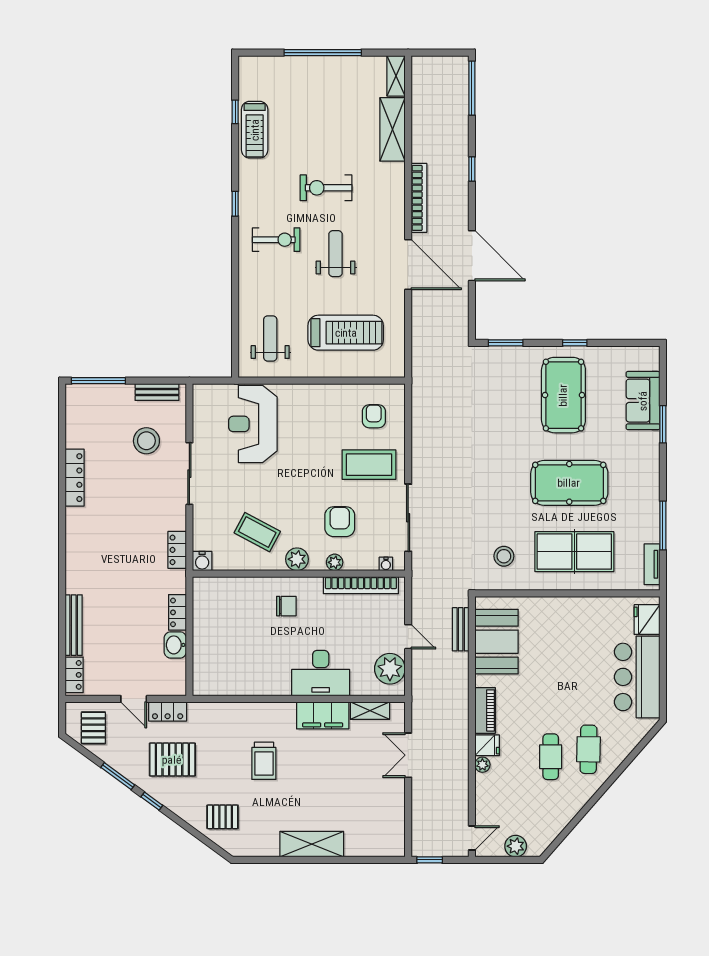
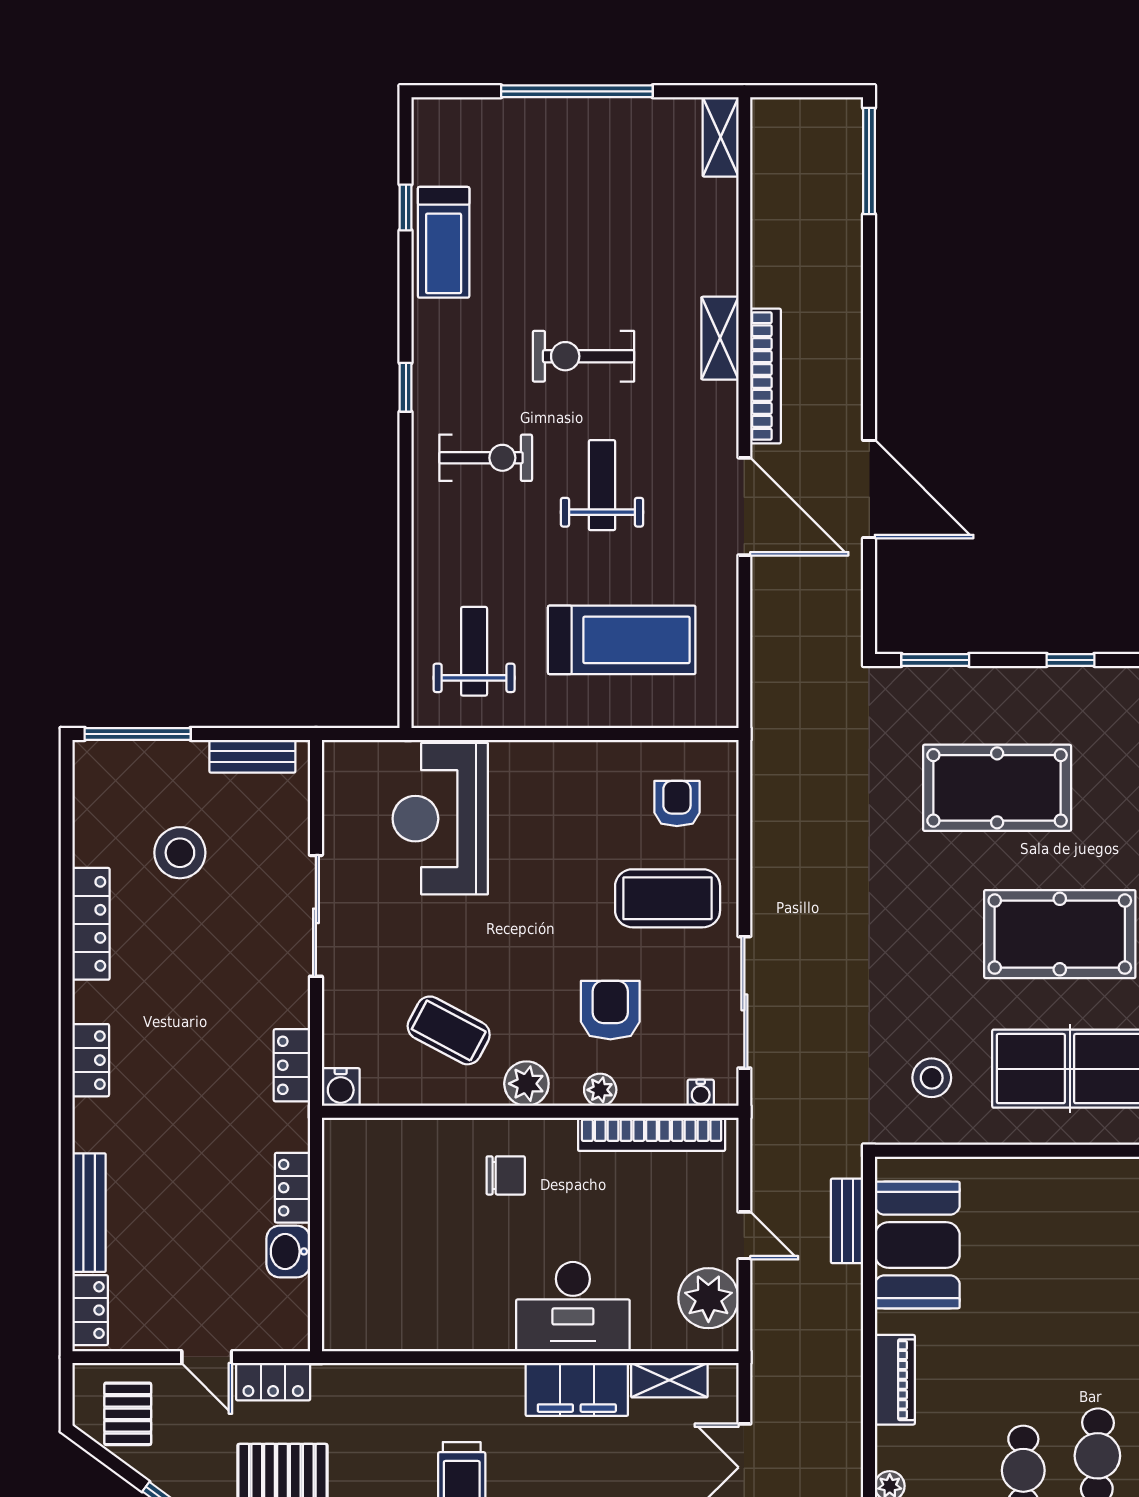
shelving: (393, 129) -> (720, 338), moved, width x0.67, depth x0.75
window: (472, 169) -> (869, 319), removed
pool table: (563, 395) -> (997, 788), moved, turned 90
stool: (146, 441) -> (180, 853), moved
locker: (74, 547) -> (91, 1060), added
fridge: (487, 745) -> (899, 1448), removed

